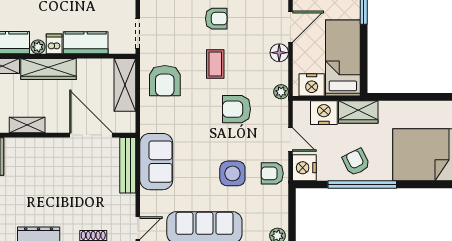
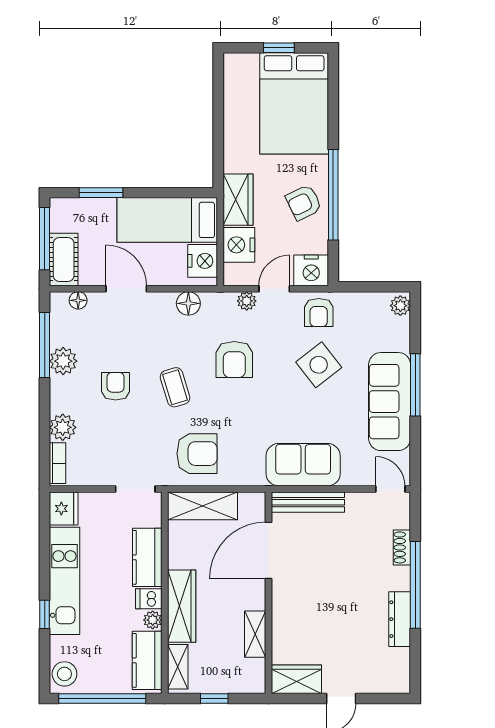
floor lamp: (279, 53) -> (188, 303), moved
coffee table: (215, 64) -> (175, 387), turned 73
plant: (281, 92) -> (247, 301), moved
side table: (232, 173) -> (319, 365), turned -38

